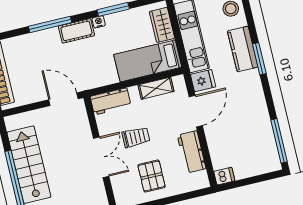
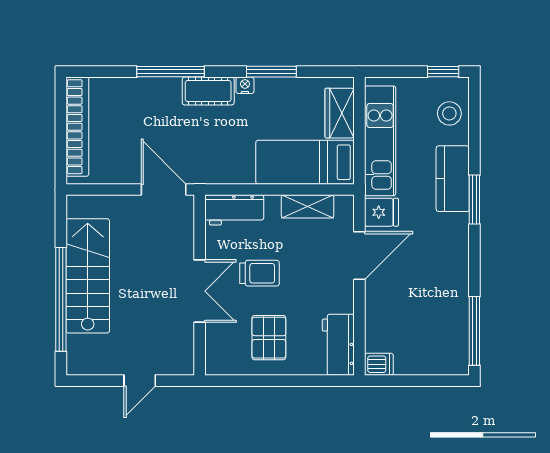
workbench: (192, 152) -> (338, 345), moved

